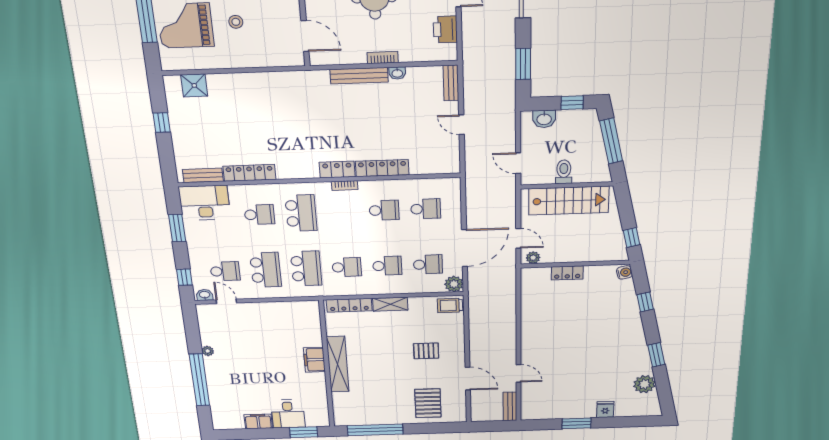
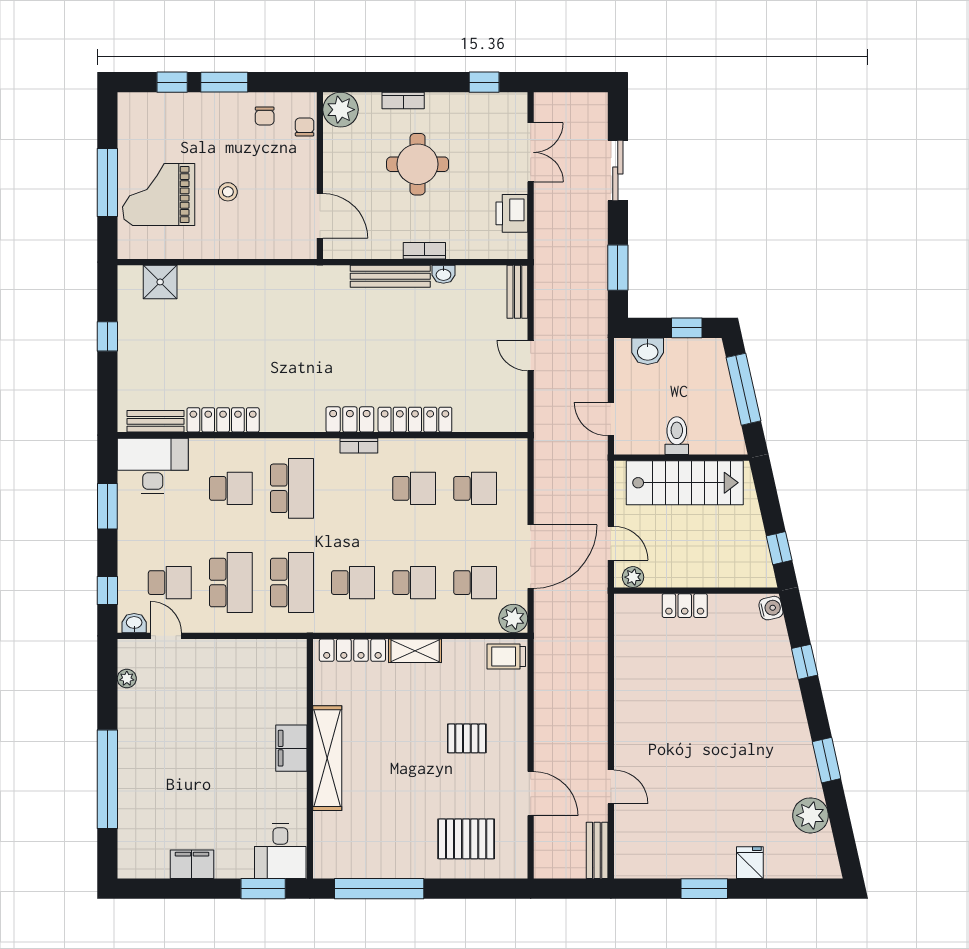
plant: (208, 351) -> (127, 678), moved
pallet: (428, 403) -> (466, 839), turned 90
desk: (288, 414) -> (280, 851), moved

